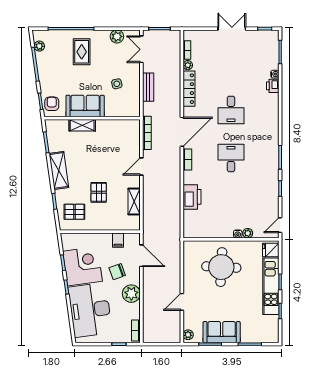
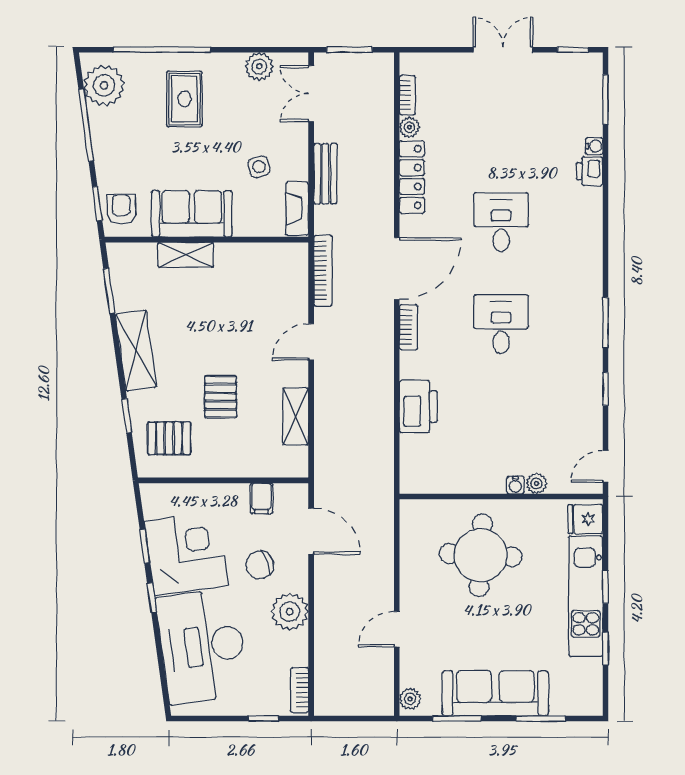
plant: (39, 46) -> (104, 85), width x1.88, depth x1.88
fireplace: (135, 104) -> (297, 209), added
desk: (231, 110) -> (501, 222), turned 180
sofa: (222, 332) -> (495, 693), width x1.36

